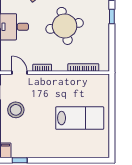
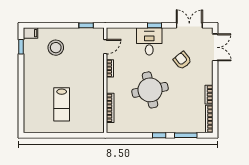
stool: (16, 110) -> (56, 48), moved
lab bench: (80, 118) -> (62, 104), width x0.73, depth x0.72

